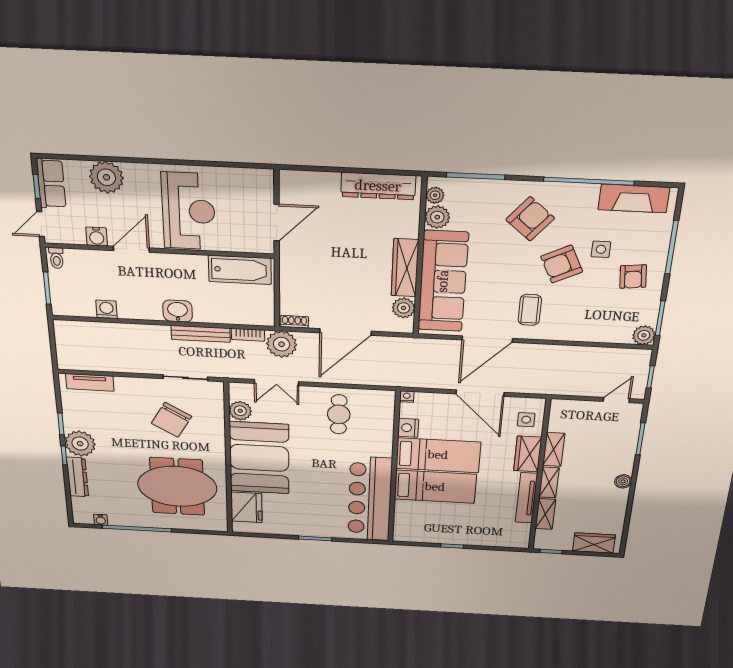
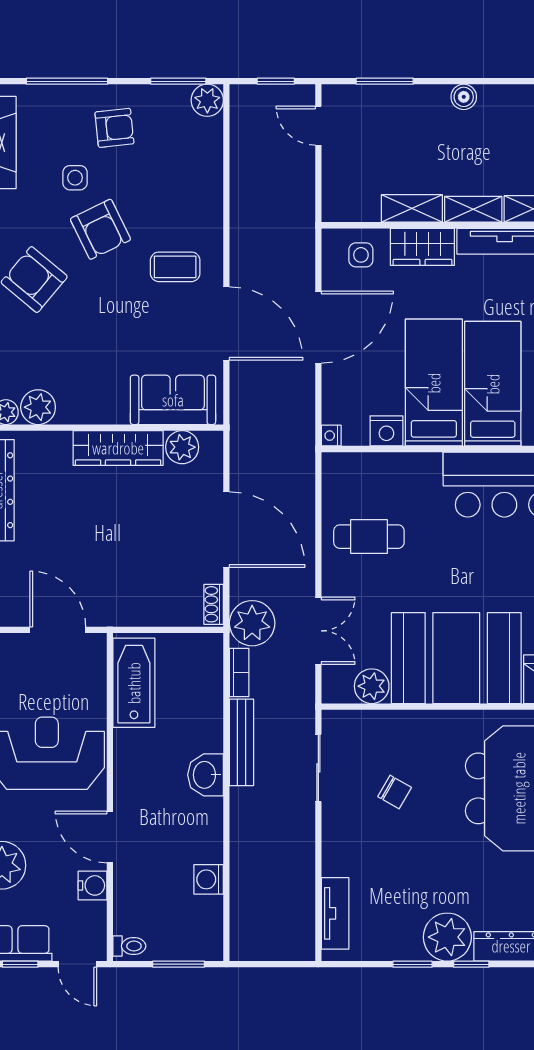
sofa: (443, 281) -> (173, 400), width x0.54, depth x0.79
chair: (172, 420) -> (395, 792), width x0.54, depth x0.54

